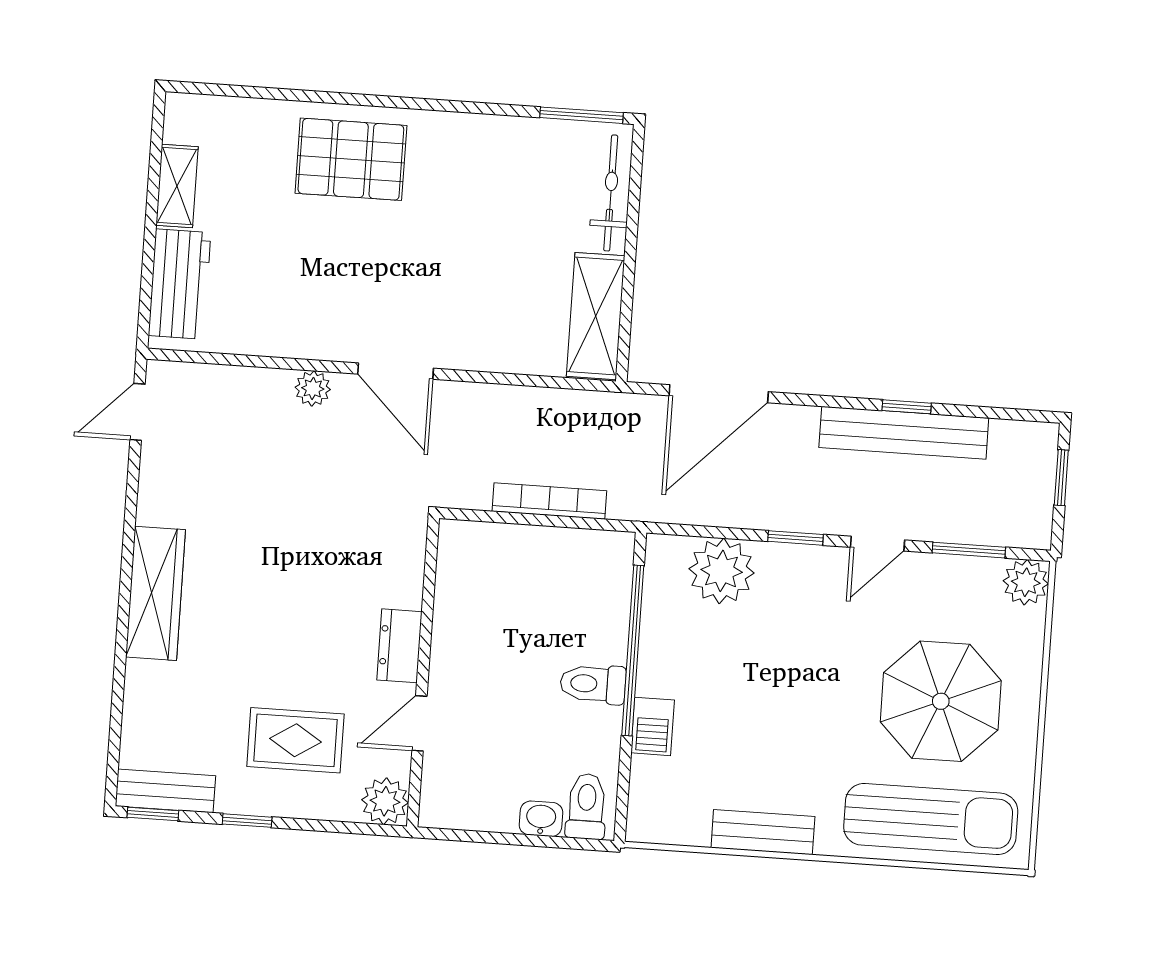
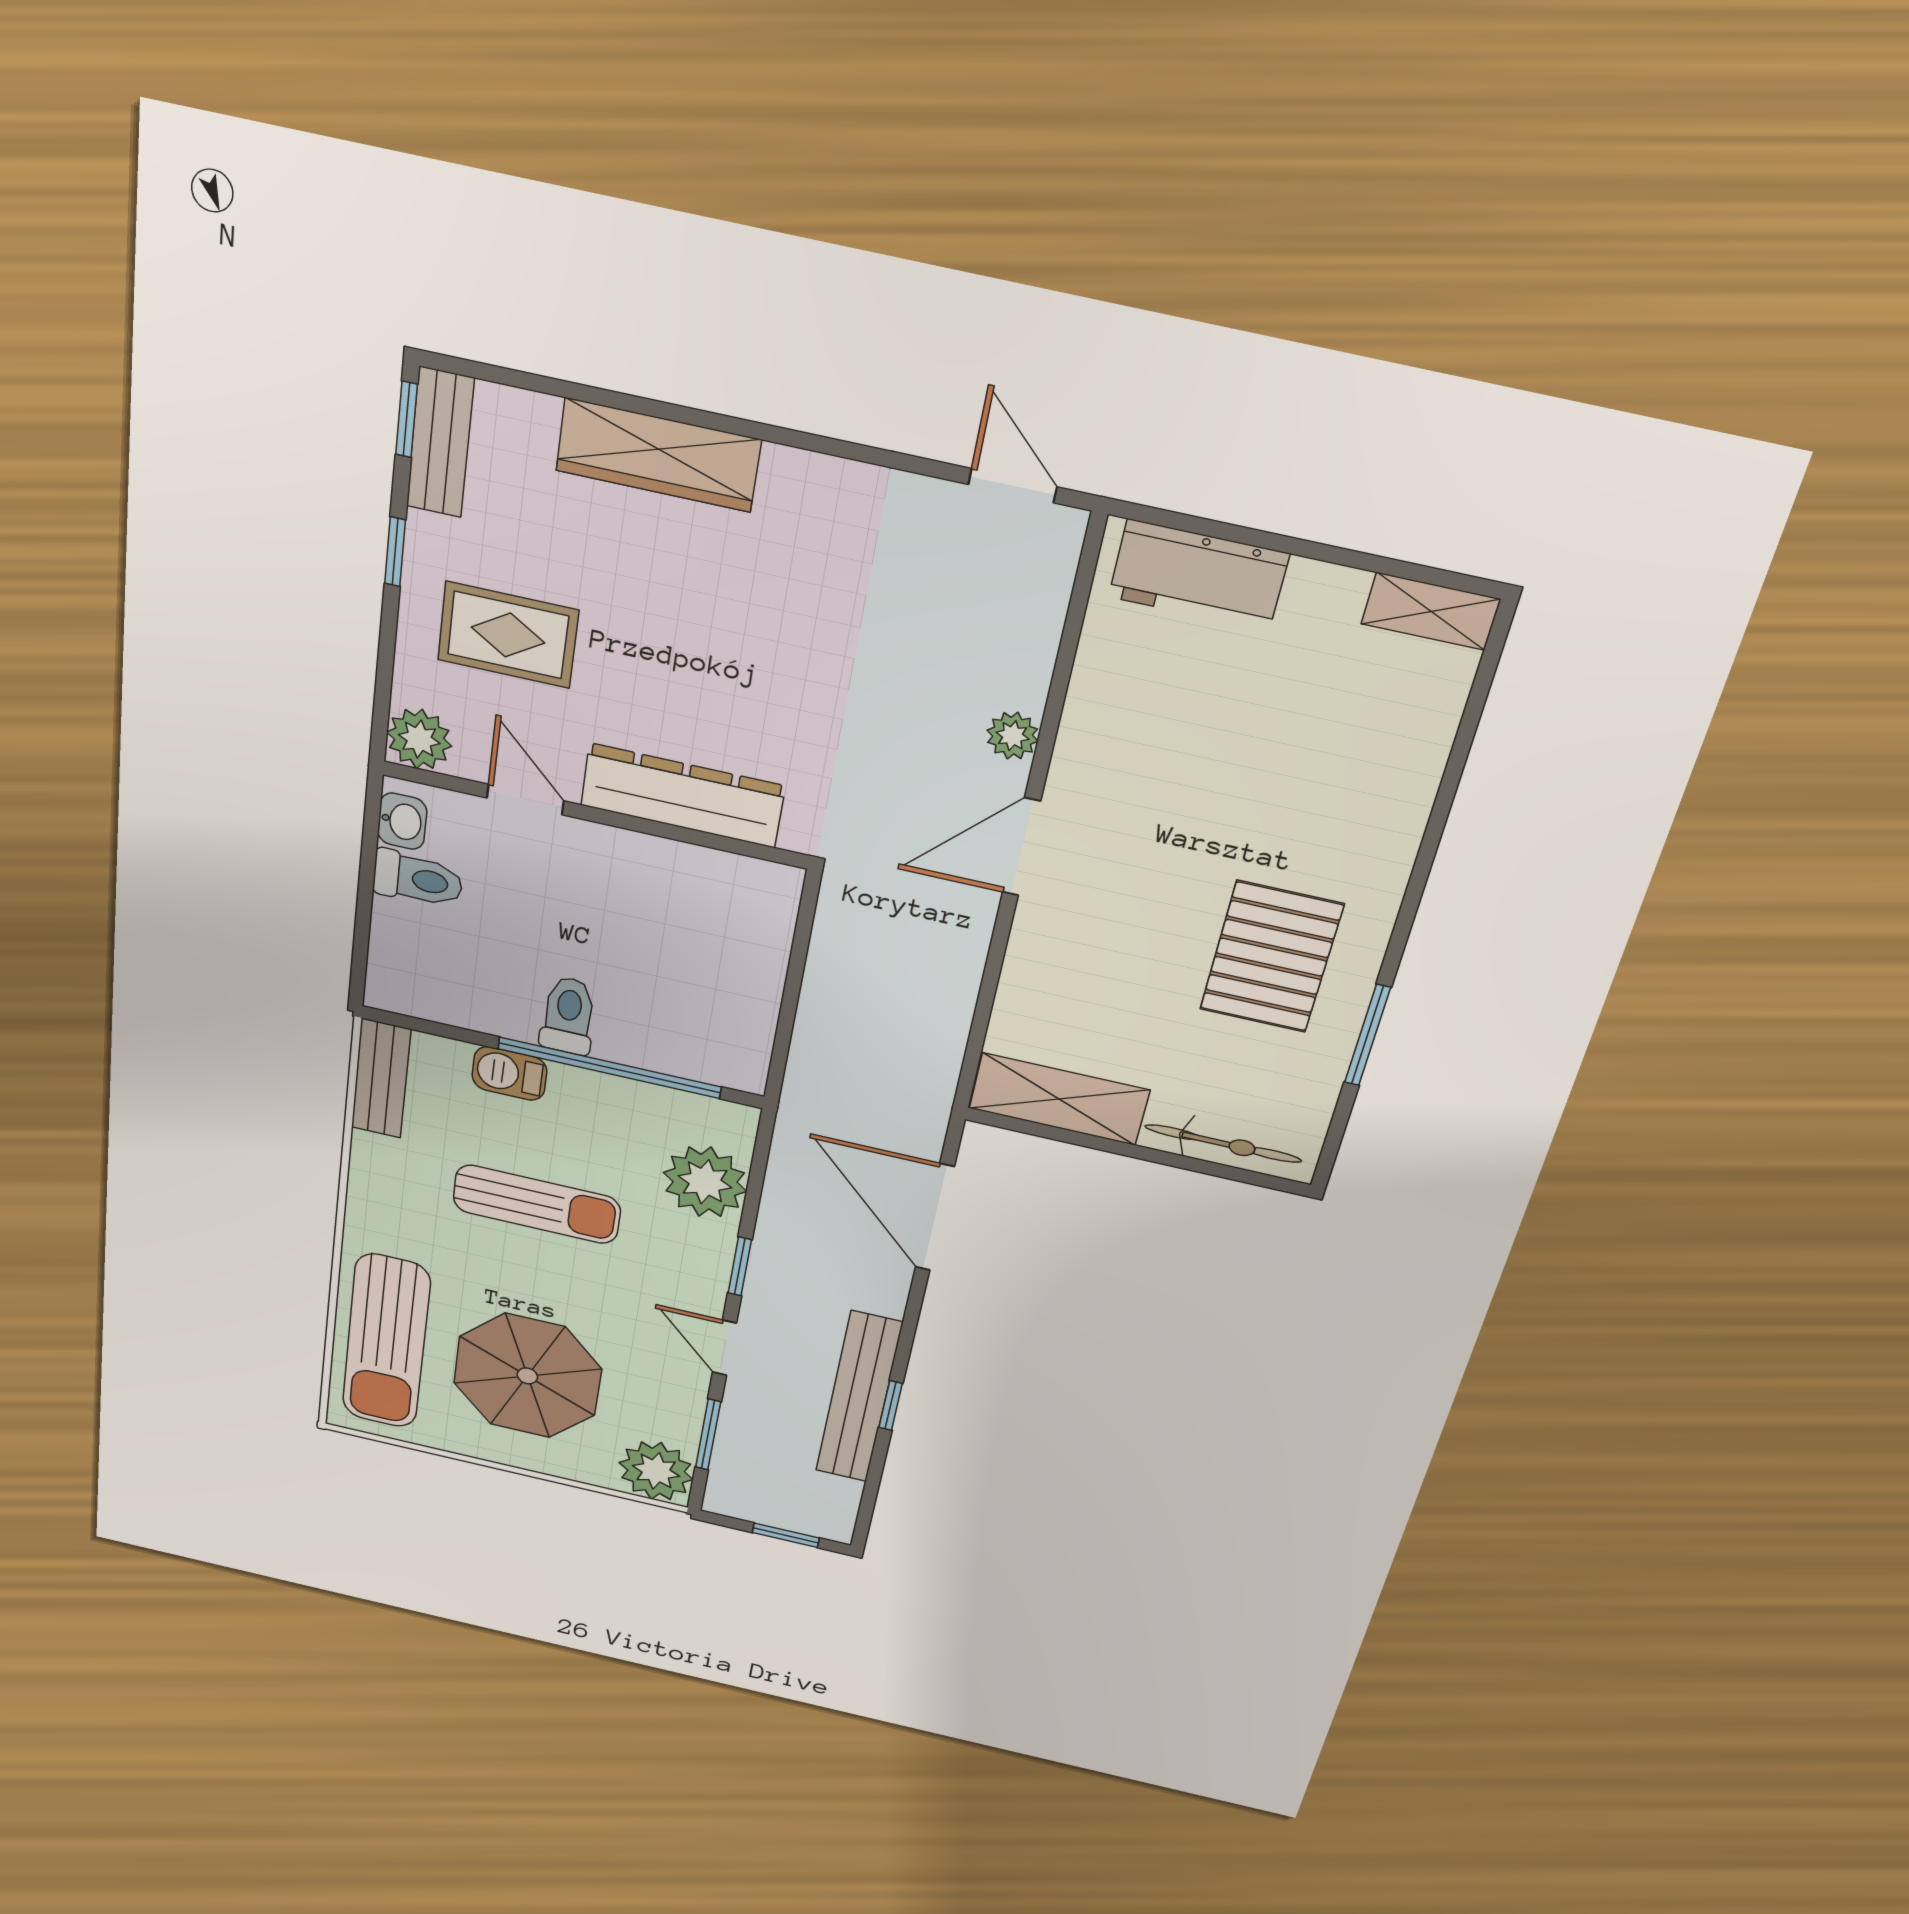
window: (581, 115) -> (1368, 1035), moved
pallet: (351, 159) -> (1271, 957), moved
shelving: (177, 186) -> (1431, 611), moved
bookcase: (549, 501) -> (816, 1005), removed
plant: (1026, 582) -> (656, 1471), width x1.36, depth x1.36
wardrobe: (156, 593) -> (658, 455), moved
dresser: (399, 646) -> (682, 796), width x1.96, depth x1.24
sun lounger: (769, 701) -> (537, 1204), added
rug: (295, 740) -> (508, 635), turned 90
toilet: (586, 806) -> (418, 879), moved
washbasin: (541, 819) -> (402, 821), moved
bench: (763, 832) -> (381, 1079), moved

